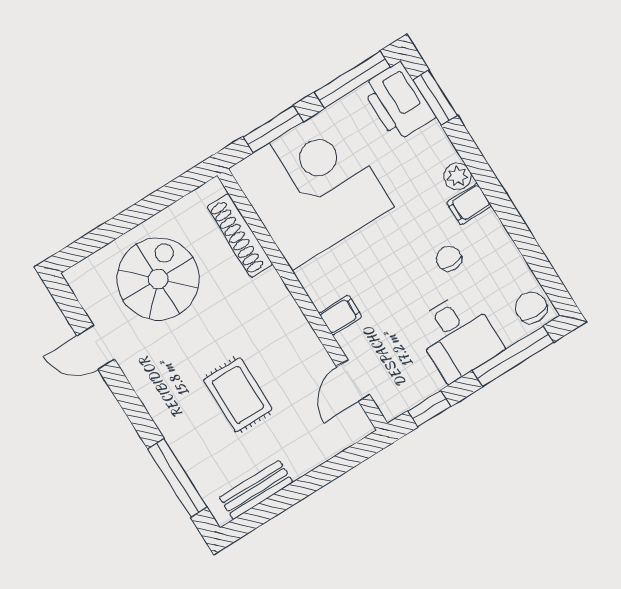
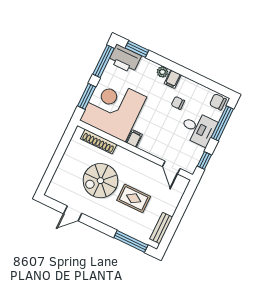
spiral stairs: (158, 279) -> (101, 181), moved, turned -90
filing cabinet: (340, 315) -> (134, 139), moved

